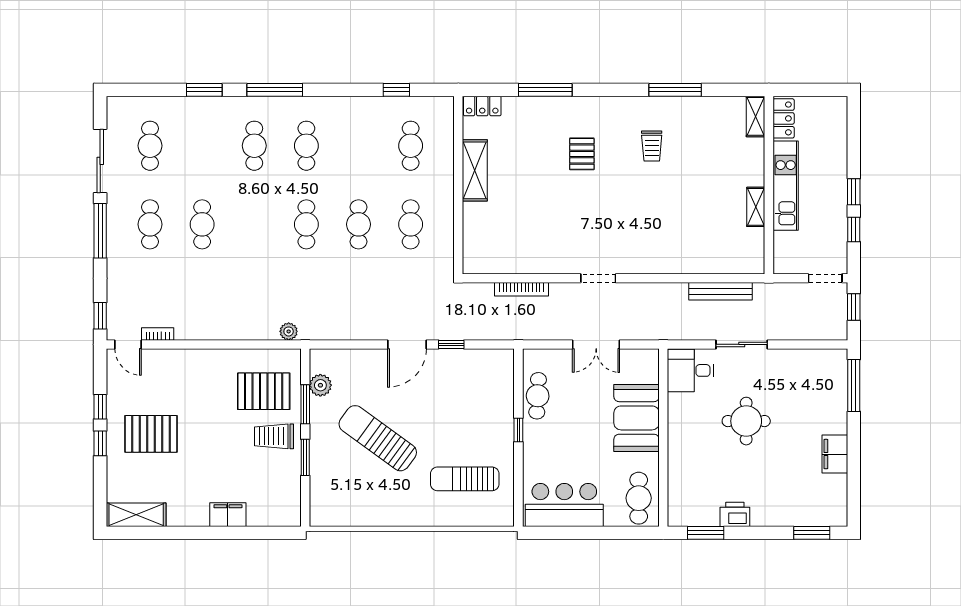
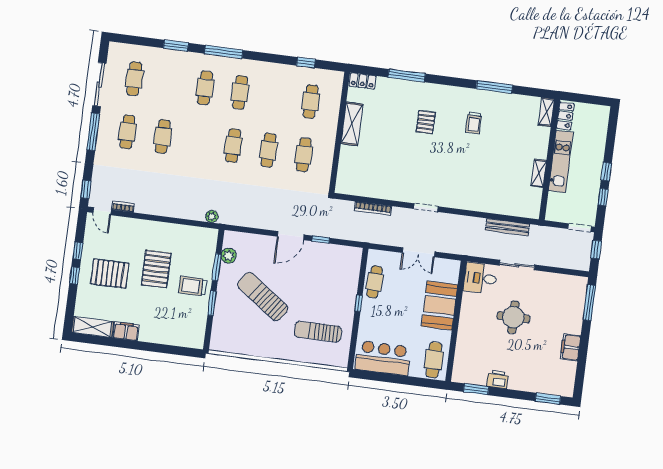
pallet: (264, 391) -> (156, 269), moved, turned 90
filing cabinet: (228, 515) -> (126, 331), moved

